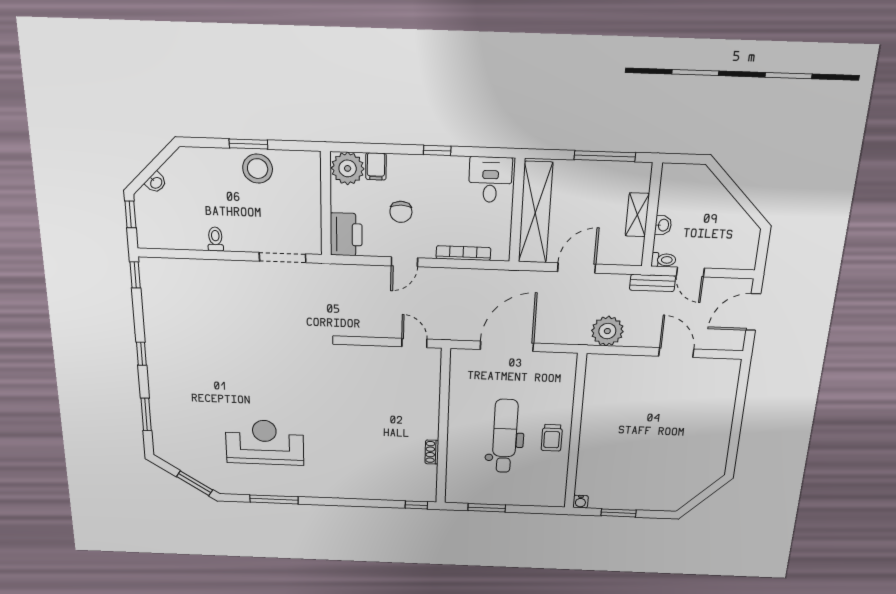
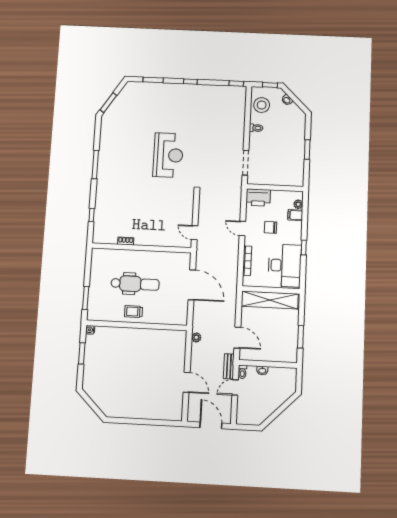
window: (605, 156) -> (301, 337), width x0.69
plant: (348, 168) -> (298, 204), width x0.53, depth x0.53
stool: (258, 169) -> (262, 105), moved
desk: (490, 180) -> (285, 265), width x1.87, depth x1.30
shelving: (637, 215) -> (268, 356), removed
door: (577, 268) -> (237, 338), moved
plant: (607, 331) -> (196, 337), width x0.53, depth x0.53
door: (414, 343) -> (195, 233), swing flipped
door: (676, 353) -> (187, 382), hinge flipped
reception desk: (265, 442) -> (168, 155), moved
window: (274, 499) -> (95, 165), moved
window: (416, 505) -> (92, 215), moved
window: (487, 508) -> (86, 298), moved

